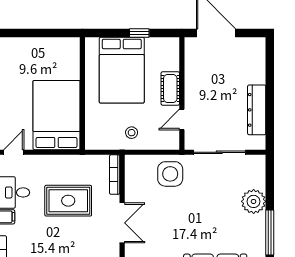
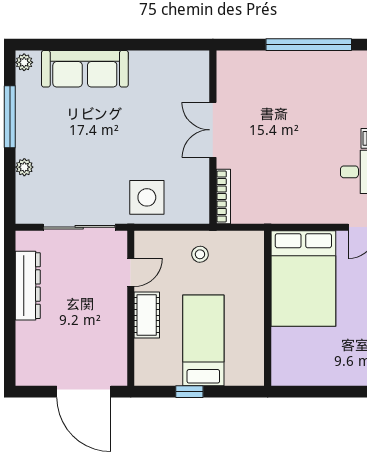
bed: (122, 70) -> (203, 340), width x0.67
rug: (68, 201) -> (287, 161), removed
plant: (254, 201) -> (24, 167), width x0.53, depth x0.53

